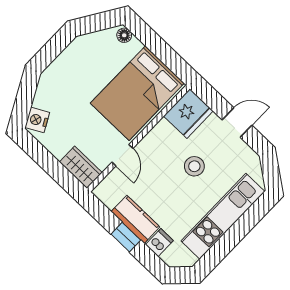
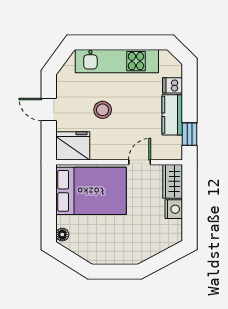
nightstand: (37, 120) -> (174, 209), moved, turned -62
window: (126, 237) -> (190, 134), moved

